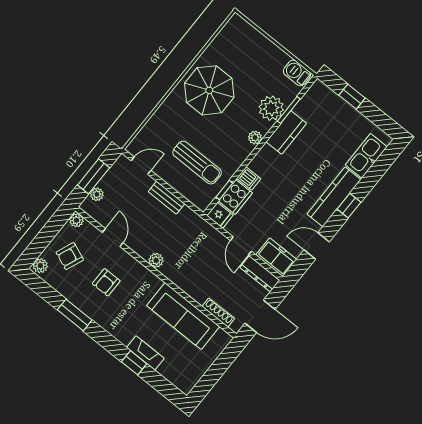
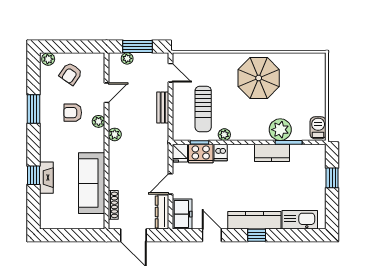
plant: (255, 138) -> (224, 135), moved
plant: (76, 220) -> (99, 121), moved
armchair: (70, 256) -> (71, 74), turned -77

